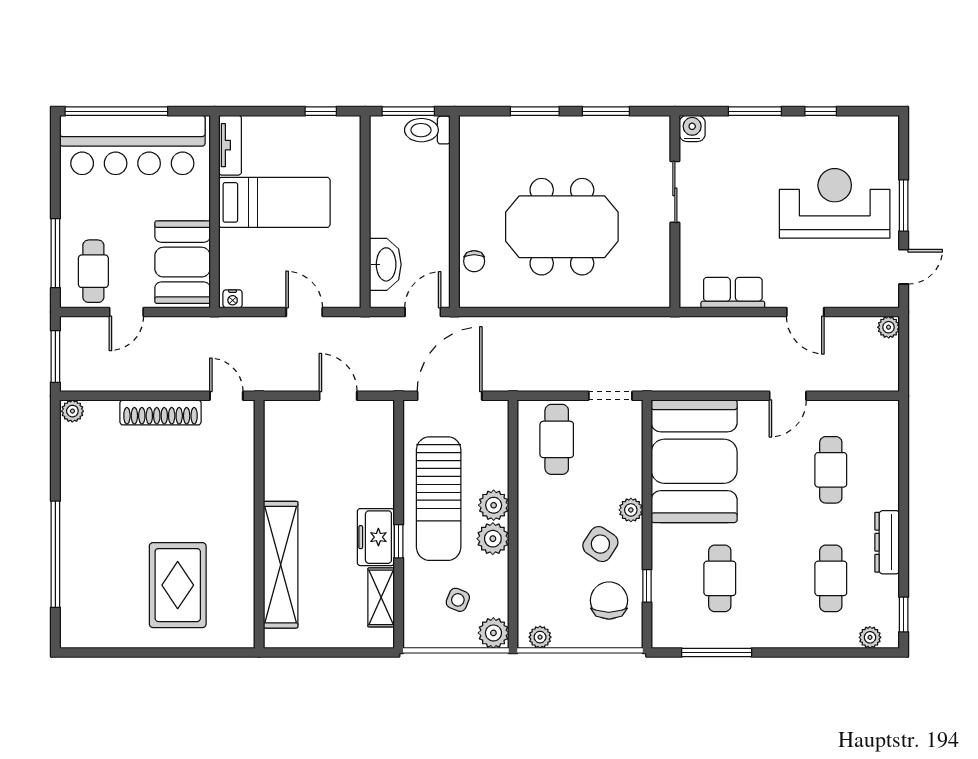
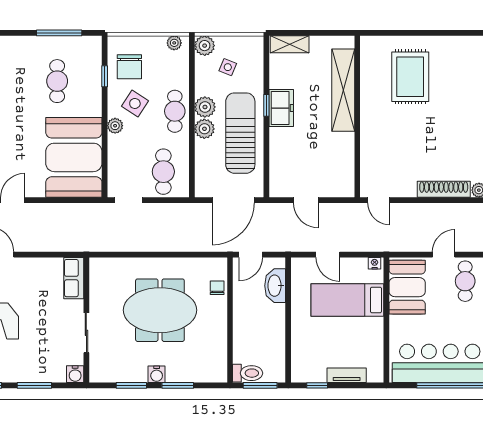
water cooler: (567, 128) -> (157, 374), added
tv unit: (230, 145) -> (347, 375), moved, turned 90
bed: (274, 202) -> (347, 300), moved
row of seats: (733, 293) -> (74, 278), moved, turned 90
shoe rack: (161, 412) -> (444, 189), moved
cafe table: (539, 532) -> (175, 111), added
shelving: (381, 597) -> (290, 44), moved, turned 90

